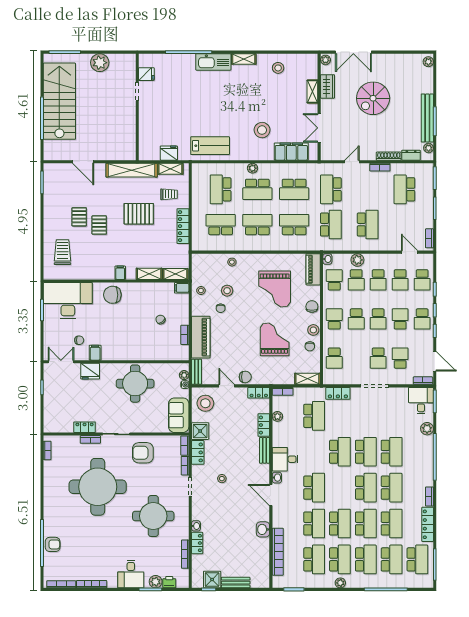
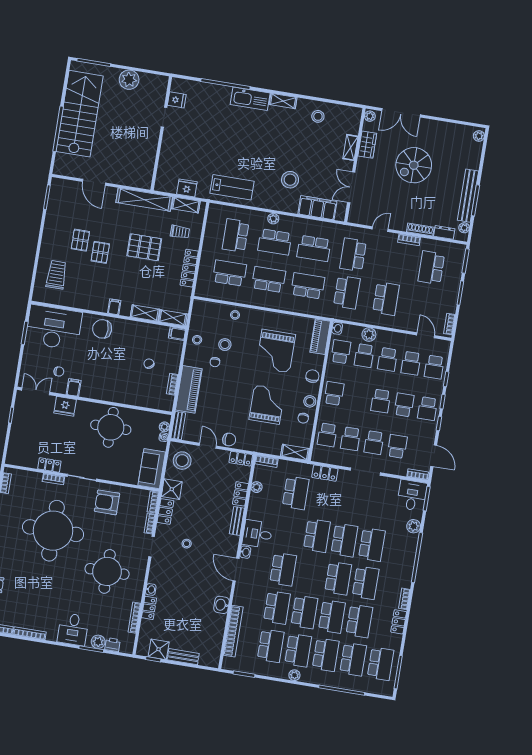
school desk: (356, 319) -> (351, 439), moved
locker: (428, 524) -> (399, 622), width x0.66

